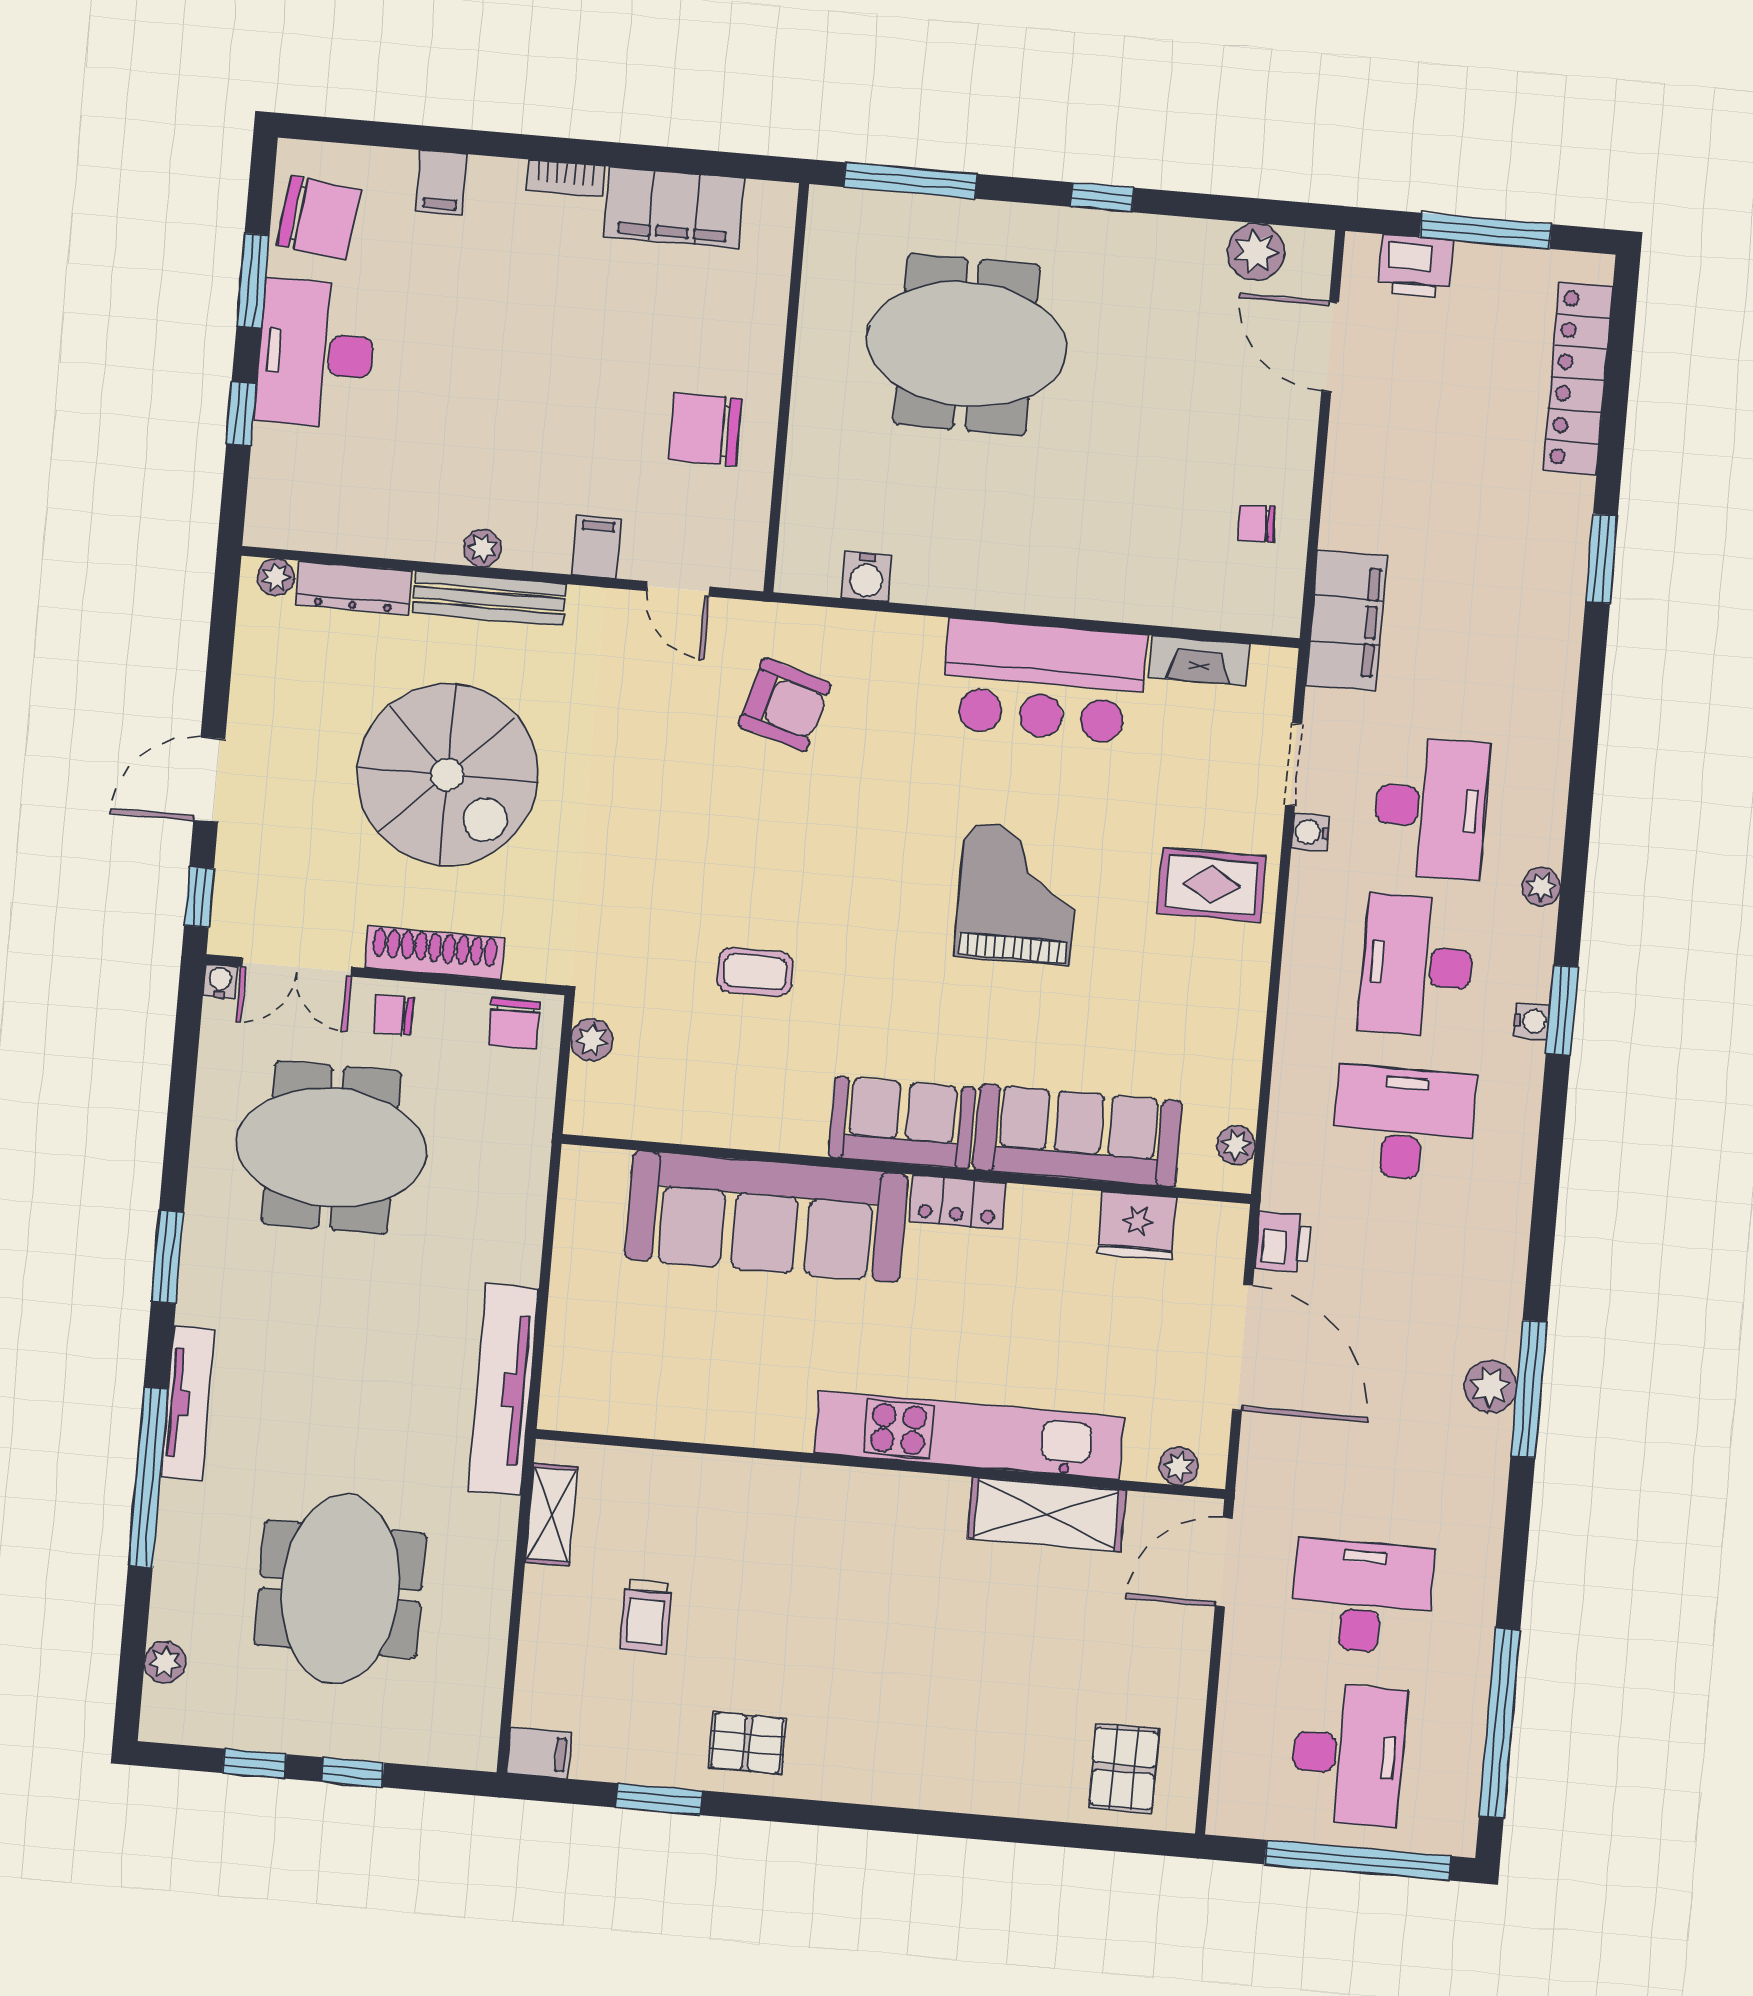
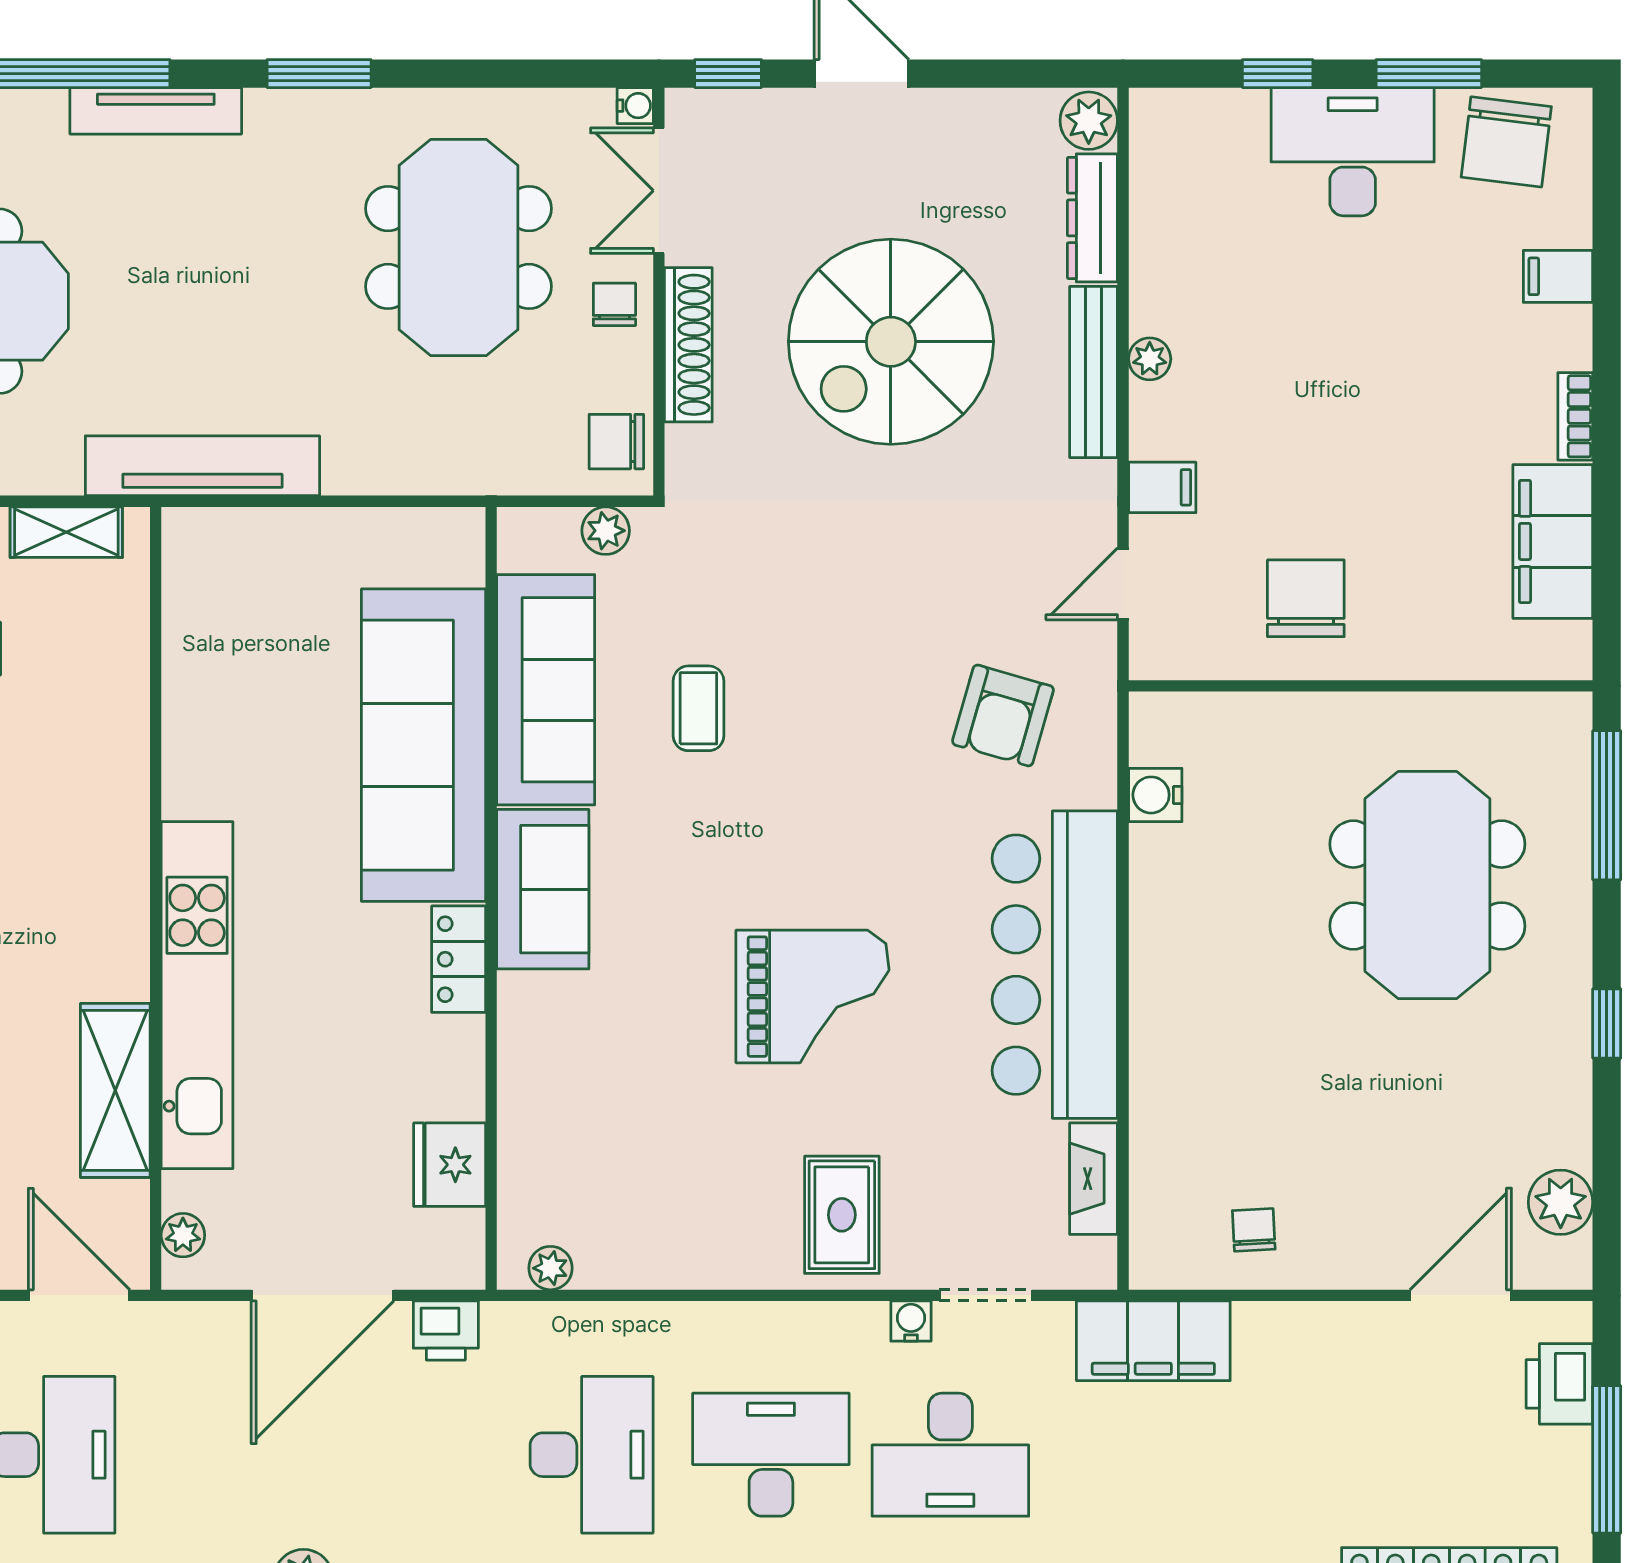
plant: (276, 577) -> (1089, 121), width x1.38, depth x1.38
bar counter: (1044, 681) -> (1055, 965), width x1.36
sofa: (1078, 1136) -> (546, 690), moved

